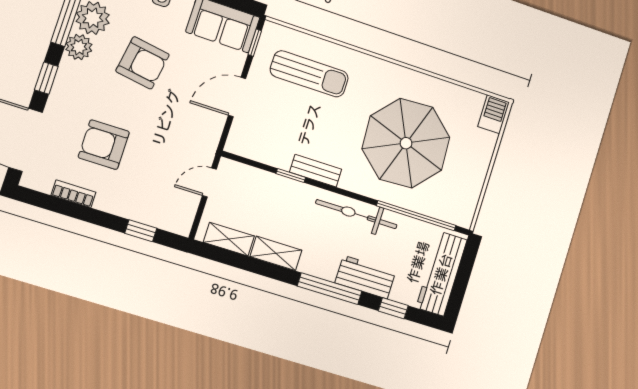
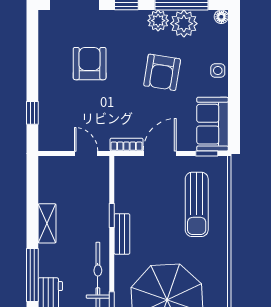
door: (237, 97) -> (160, 154), hinge flipped
bookcase: (73, 194) -> (127, 145), moved, turned -90
shelving: (229, 239) -> (47, 183), removed

